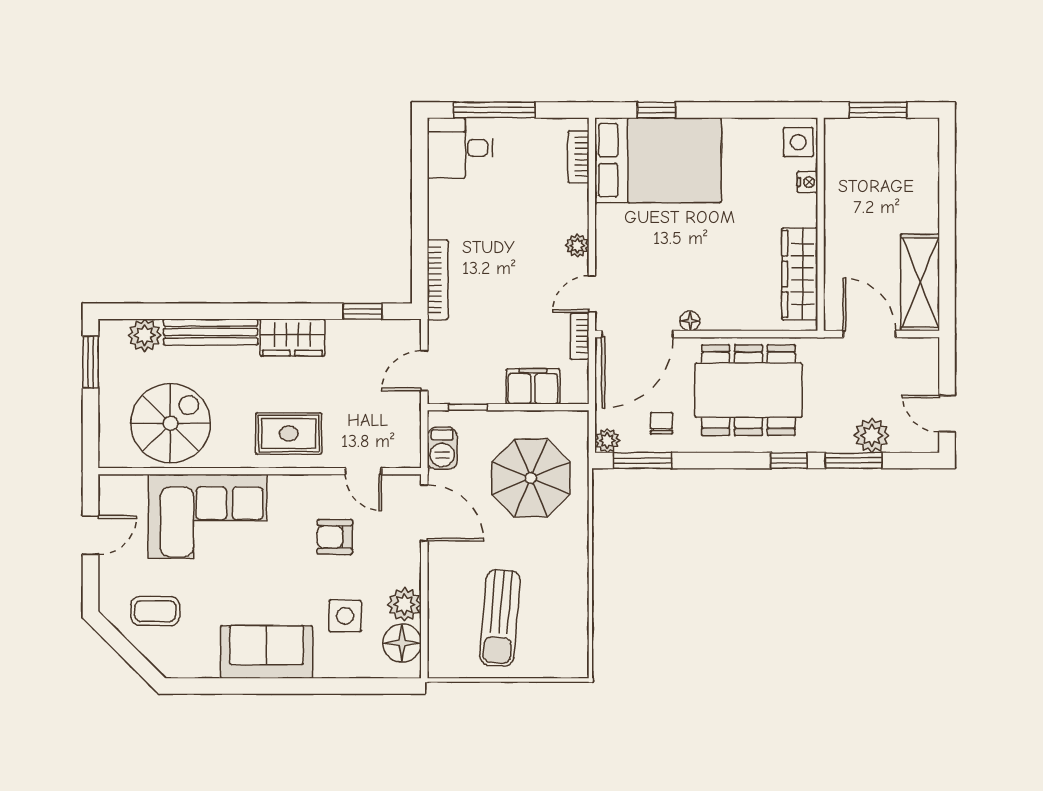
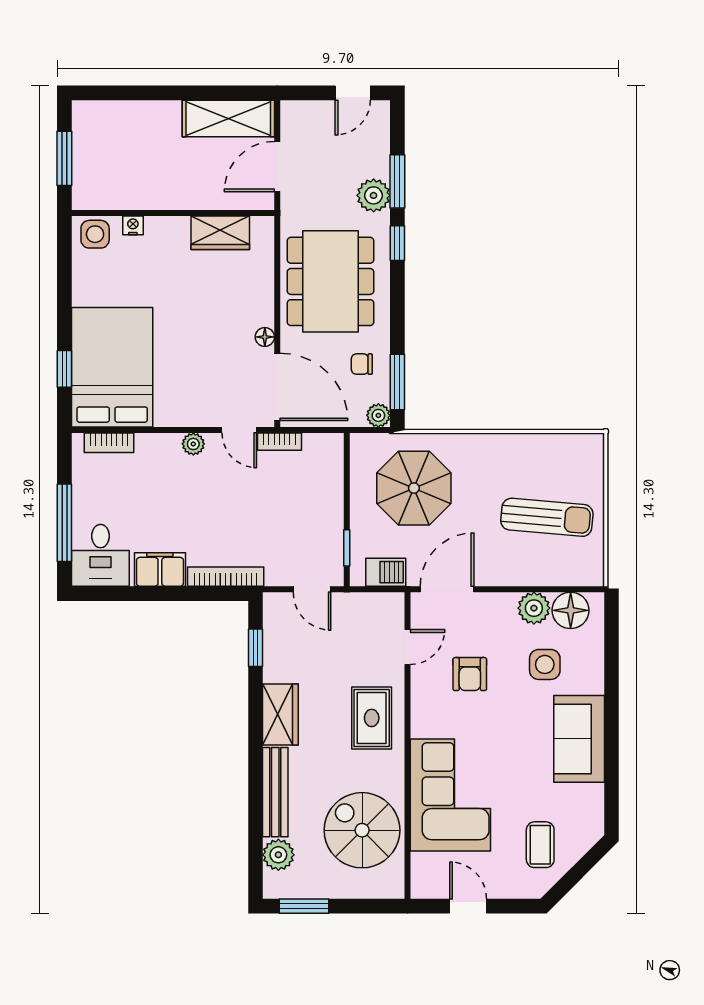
wardrobe: (800, 274) -> (220, 233), width x0.67
filing cabinet: (533, 386) -> (160, 569), moved, turned 90
plant: (872, 435) -> (374, 195), moved

